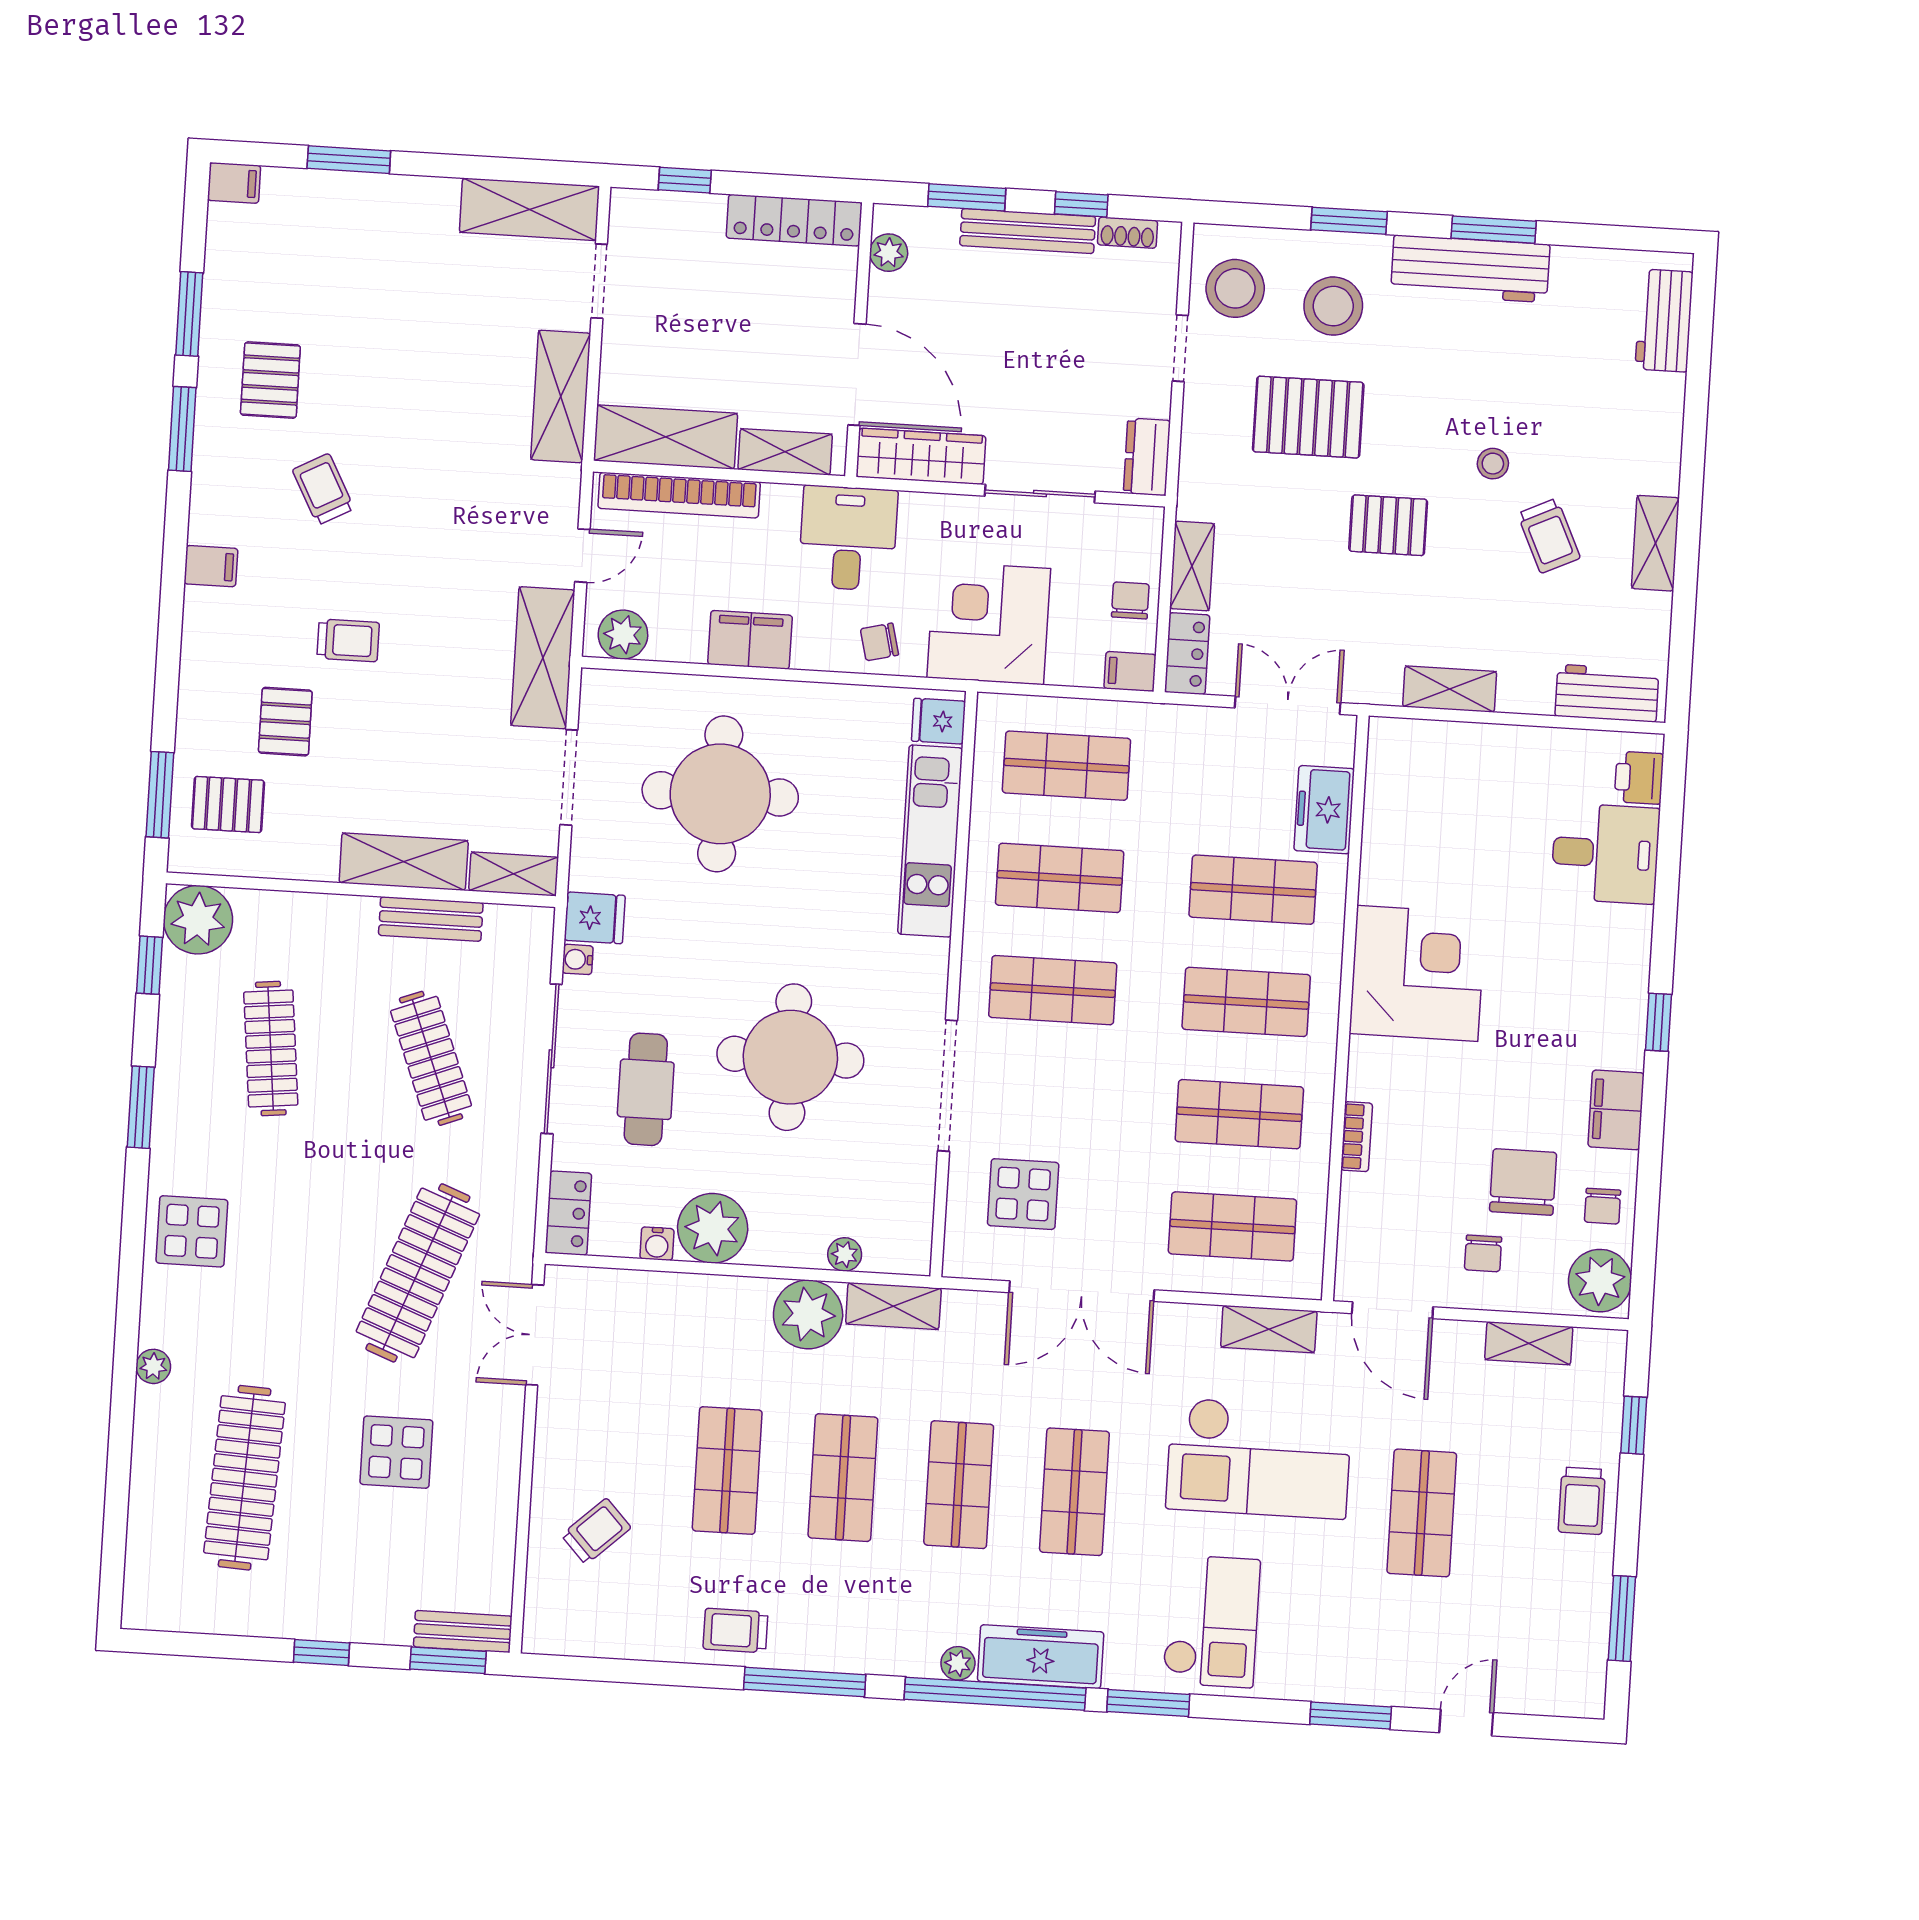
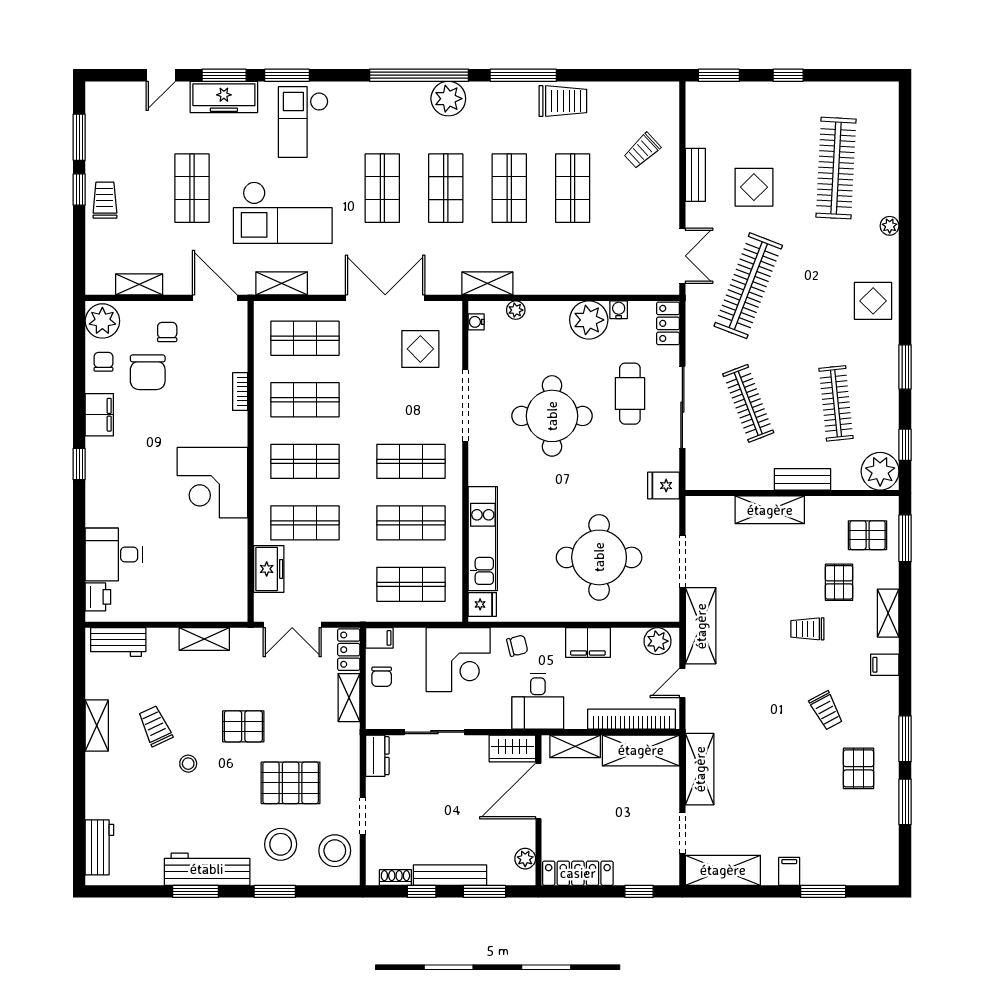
filing cabinet: (234, 183) -> (789, 871), moved, turned 90
door: (857, 374) -> (538, 791), hinge flipped
wardrobe: (921, 456) -> (512, 748), width x0.67
shelving: (514, 874) -> (888, 613), moved, turned 90
bench: (431, 919) -> (803, 479), moved
water cooler: (578, 959) -> (476, 322), moved, turned 180
plant: (808, 1314) -> (534, 276), removed
window: (1634, 1425) -> (79, 190), moved
checkout: (1259, 1458) -> (283, 213), turned 180
trolley: (735, 1630) -> (563, 101), width x1.36, depth x1.39
bench: (463, 1631) -> (695, 175), moved, turned 90
freezer: (1041, 1657) -> (224, 97), moved
plant: (958, 1663) -> (448, 99), width x1.88, depth x1.88
window: (1148, 1703) -> (287, 75), moved

